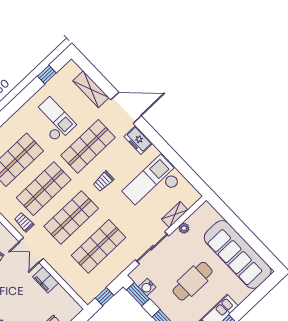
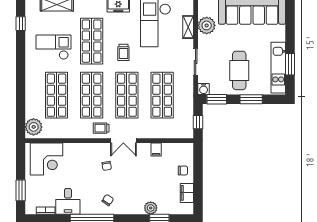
plant: (184, 228) -> (207, 25), width x1.87, depth x1.87
sliding door: (152, 248) -> (196, 62), width x0.73
filing cabinet: (46, 280) -> (156, 150), width x0.50
cafe table: (193, 281) -> (239, 70), moved
water cooler: (147, 287) -> (204, 89), moved

